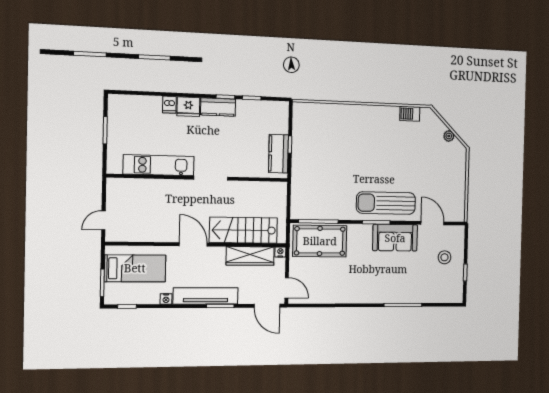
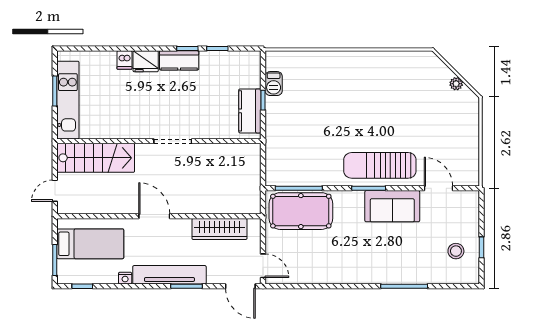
barbecue: (410, 114) -> (274, 84), moved, turned -90
kitchen unit: (159, 165) -> (68, 100), moved, turned 90
stairs: (243, 230) -> (96, 158), moved, turned 180
nightstand: (280, 252) -> (255, 224), removed
stool: (444, 257) -> (456, 251), moved

